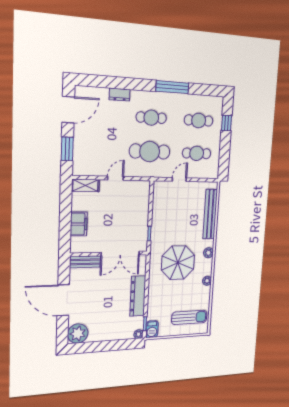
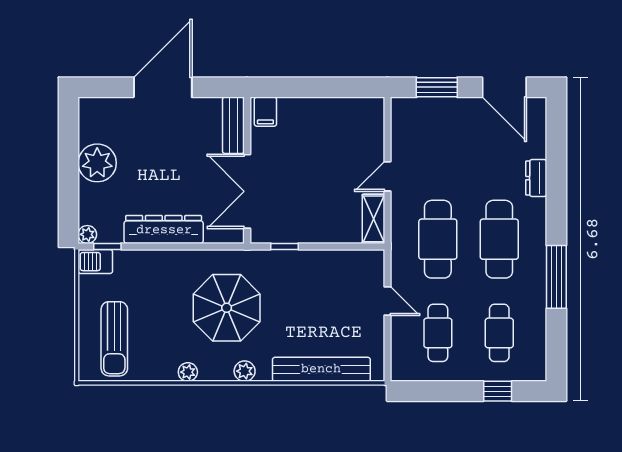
cafe table: (151, 118) -> (499, 239), width x1.37, depth x1.35
door: (115, 178) -> (387, 176), swing flipped
shelving: (85, 185) -> (373, 219), moved
filing cabinet: (79, 224) -> (265, 112), moved, width x0.50
plant: (78, 334) -> (97, 163), moved

